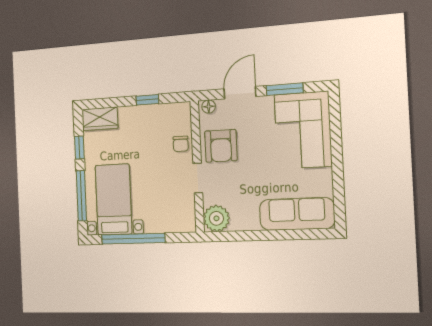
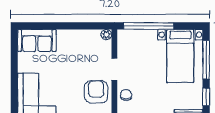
sofa: (297, 214) -> (37, 40), width x0.73
plant: (216, 218) -> (106, 35), width x0.53, depth x0.53
window: (133, 239) -> (149, 26), moved

